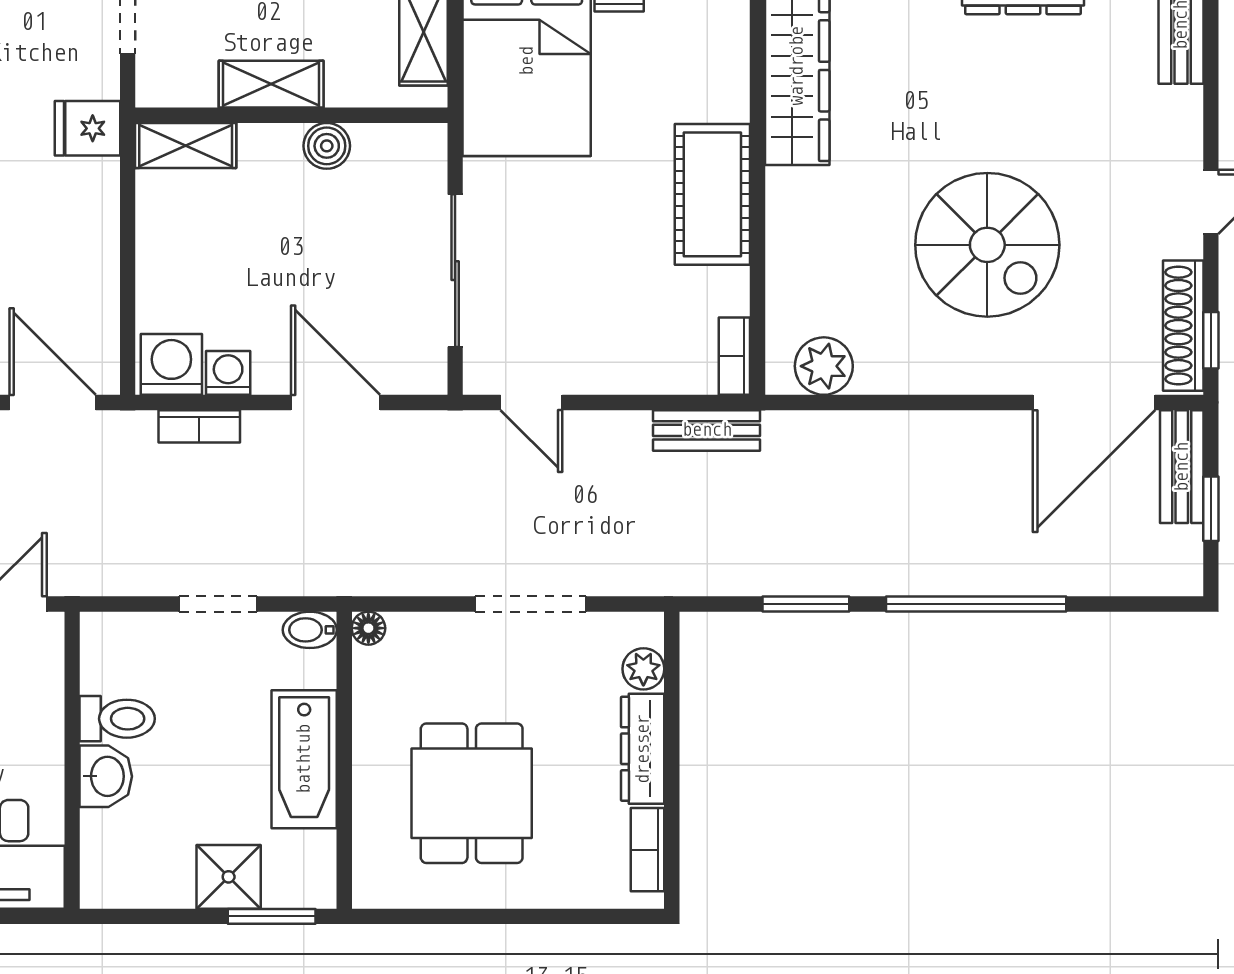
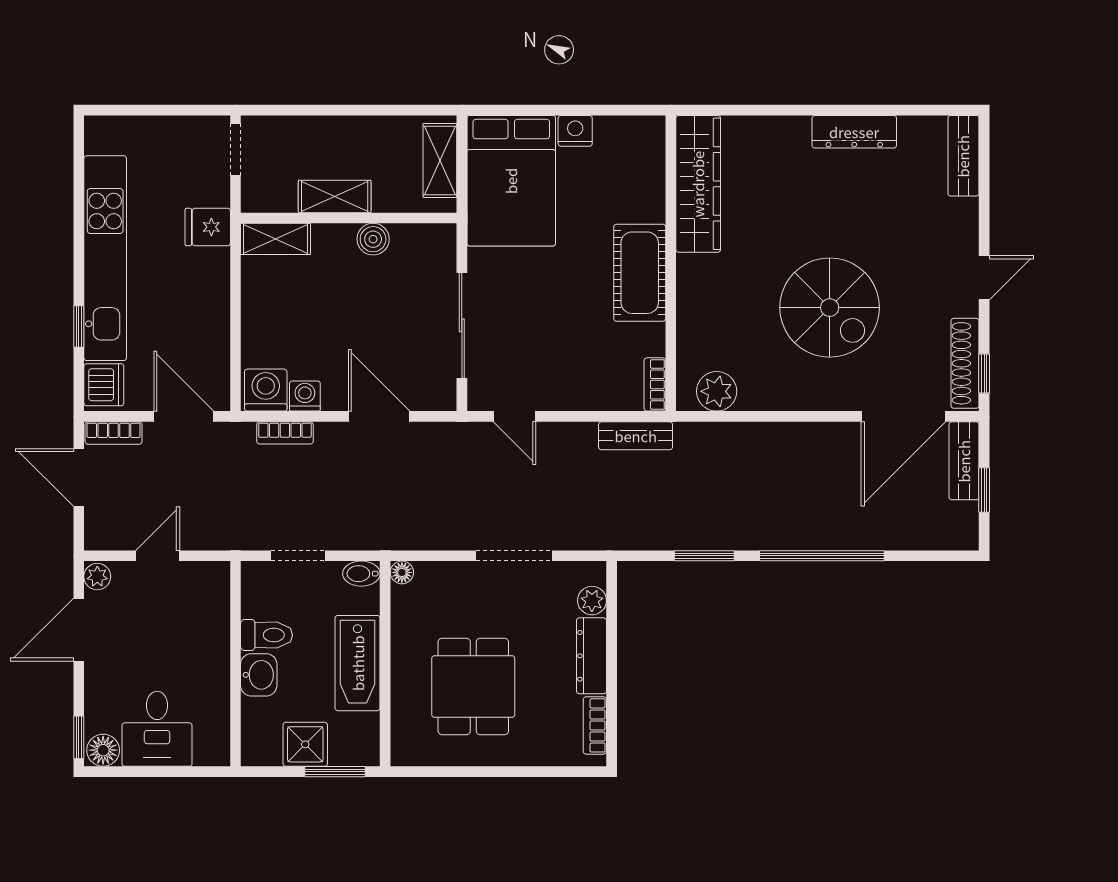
toilet: (117, 719) -> (267, 635), moved
wall: (72, 760) -> (235, 664), moved
washbasin: (106, 776) -> (259, 675), moved

